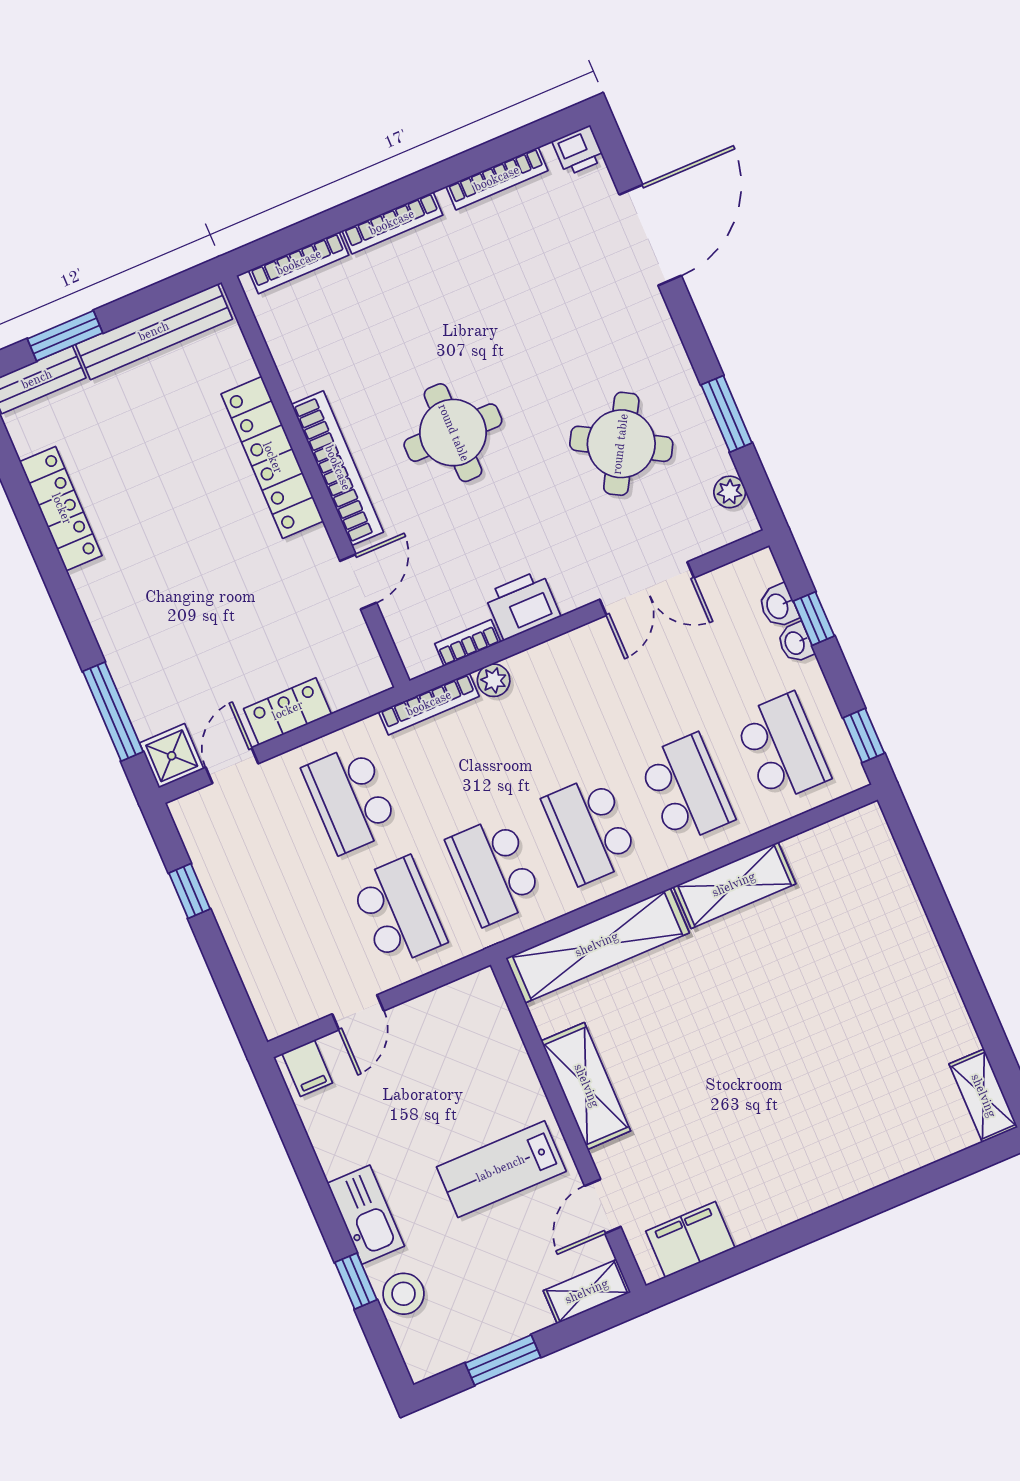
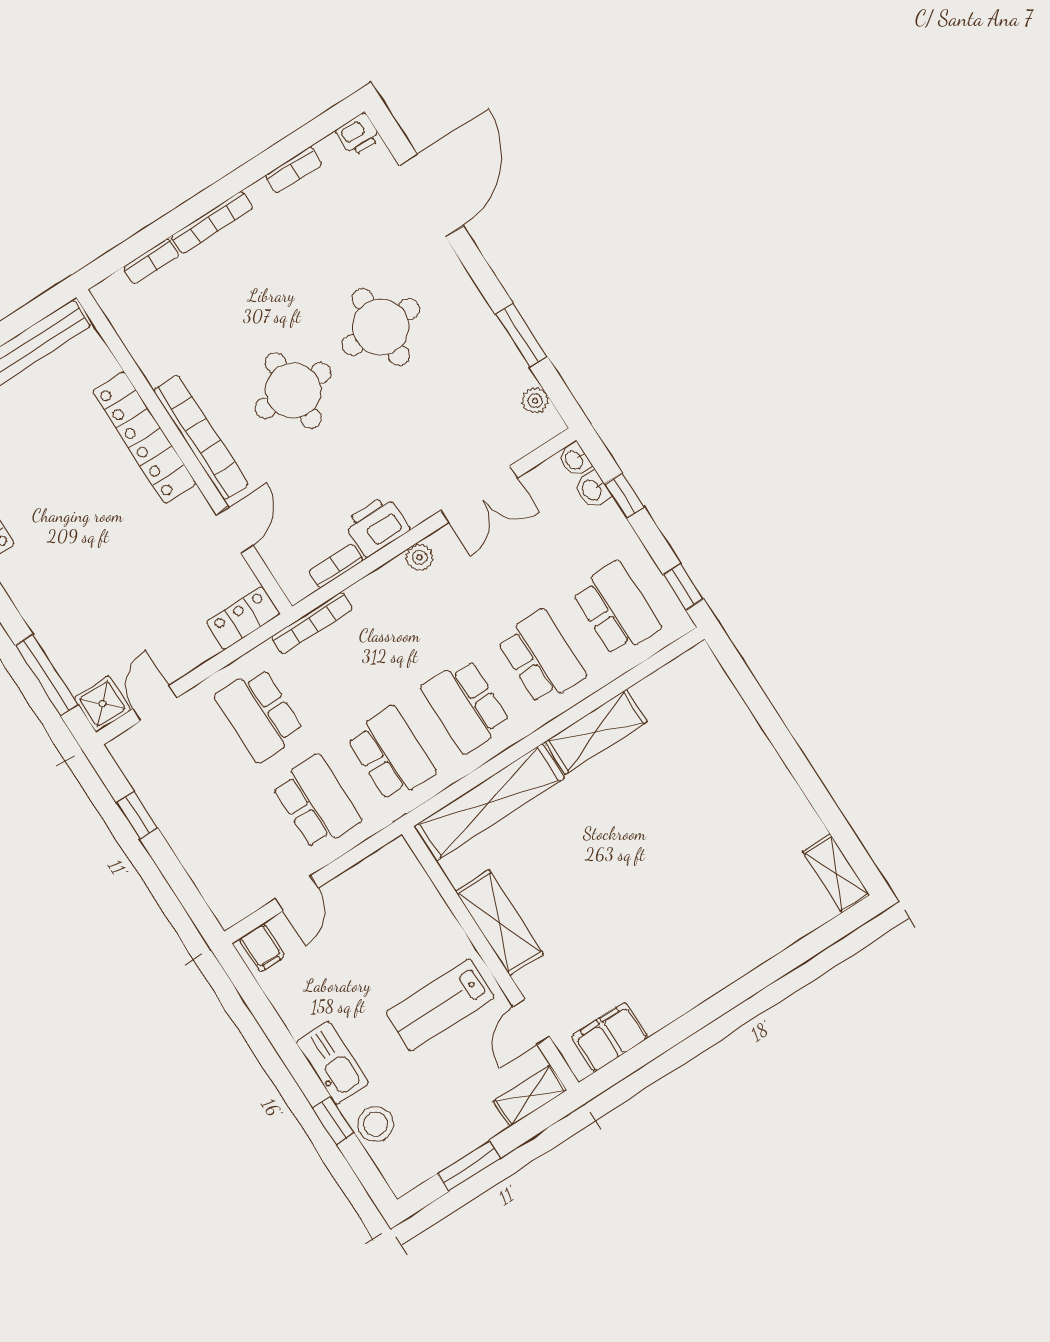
bookcase: (497, 179) -> (294, 170), width x0.64
bookcase: (299, 263) -> (151, 261), width x0.64
round table: (621, 444) -> (381, 327), moved, turned -30
washbasin: (795, 643) -> (575, 460), moved
plant: (494, 680) -> (419, 557), moved
locker: (288, 711) -> (243, 618), moved
school desk: (494, 871) -> (391, 754), turned 180

